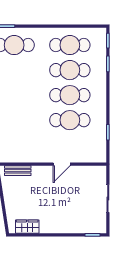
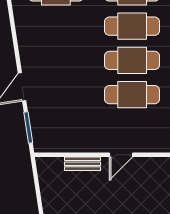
bench: (18, 171) -> (83, 164), moved

